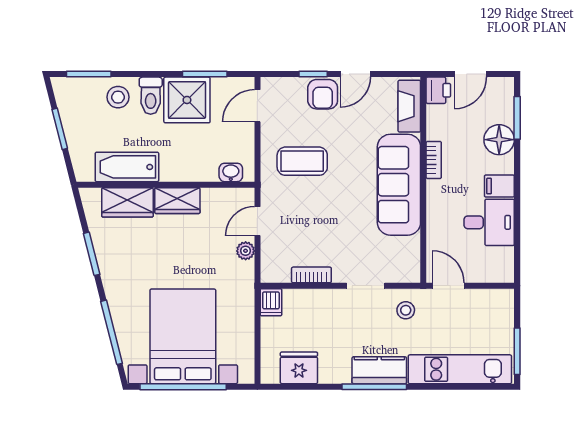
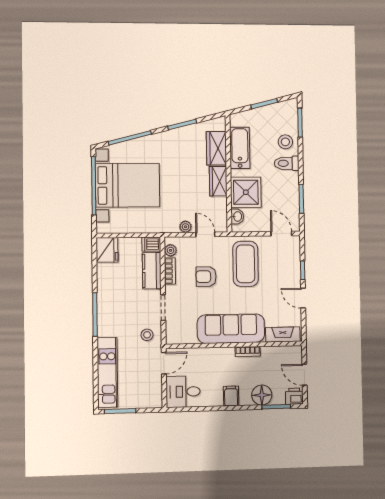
printer: (438, 90) -> (294, 396), moved, turned 180
armchair: (323, 94) -> (206, 277), moved
shower: (187, 100) -> (246, 192), moved
coffee table: (302, 161) -> (245, 264), width x1.36, depth x1.32
desk: (489, 222) -> (183, 392), moved, turned 90
plant: (281, 274) -> (171, 250), added
fridge: (299, 368) -> (107, 250), moved
kitchen counter: (379, 370) -> (152, 271), moved, turned 180

